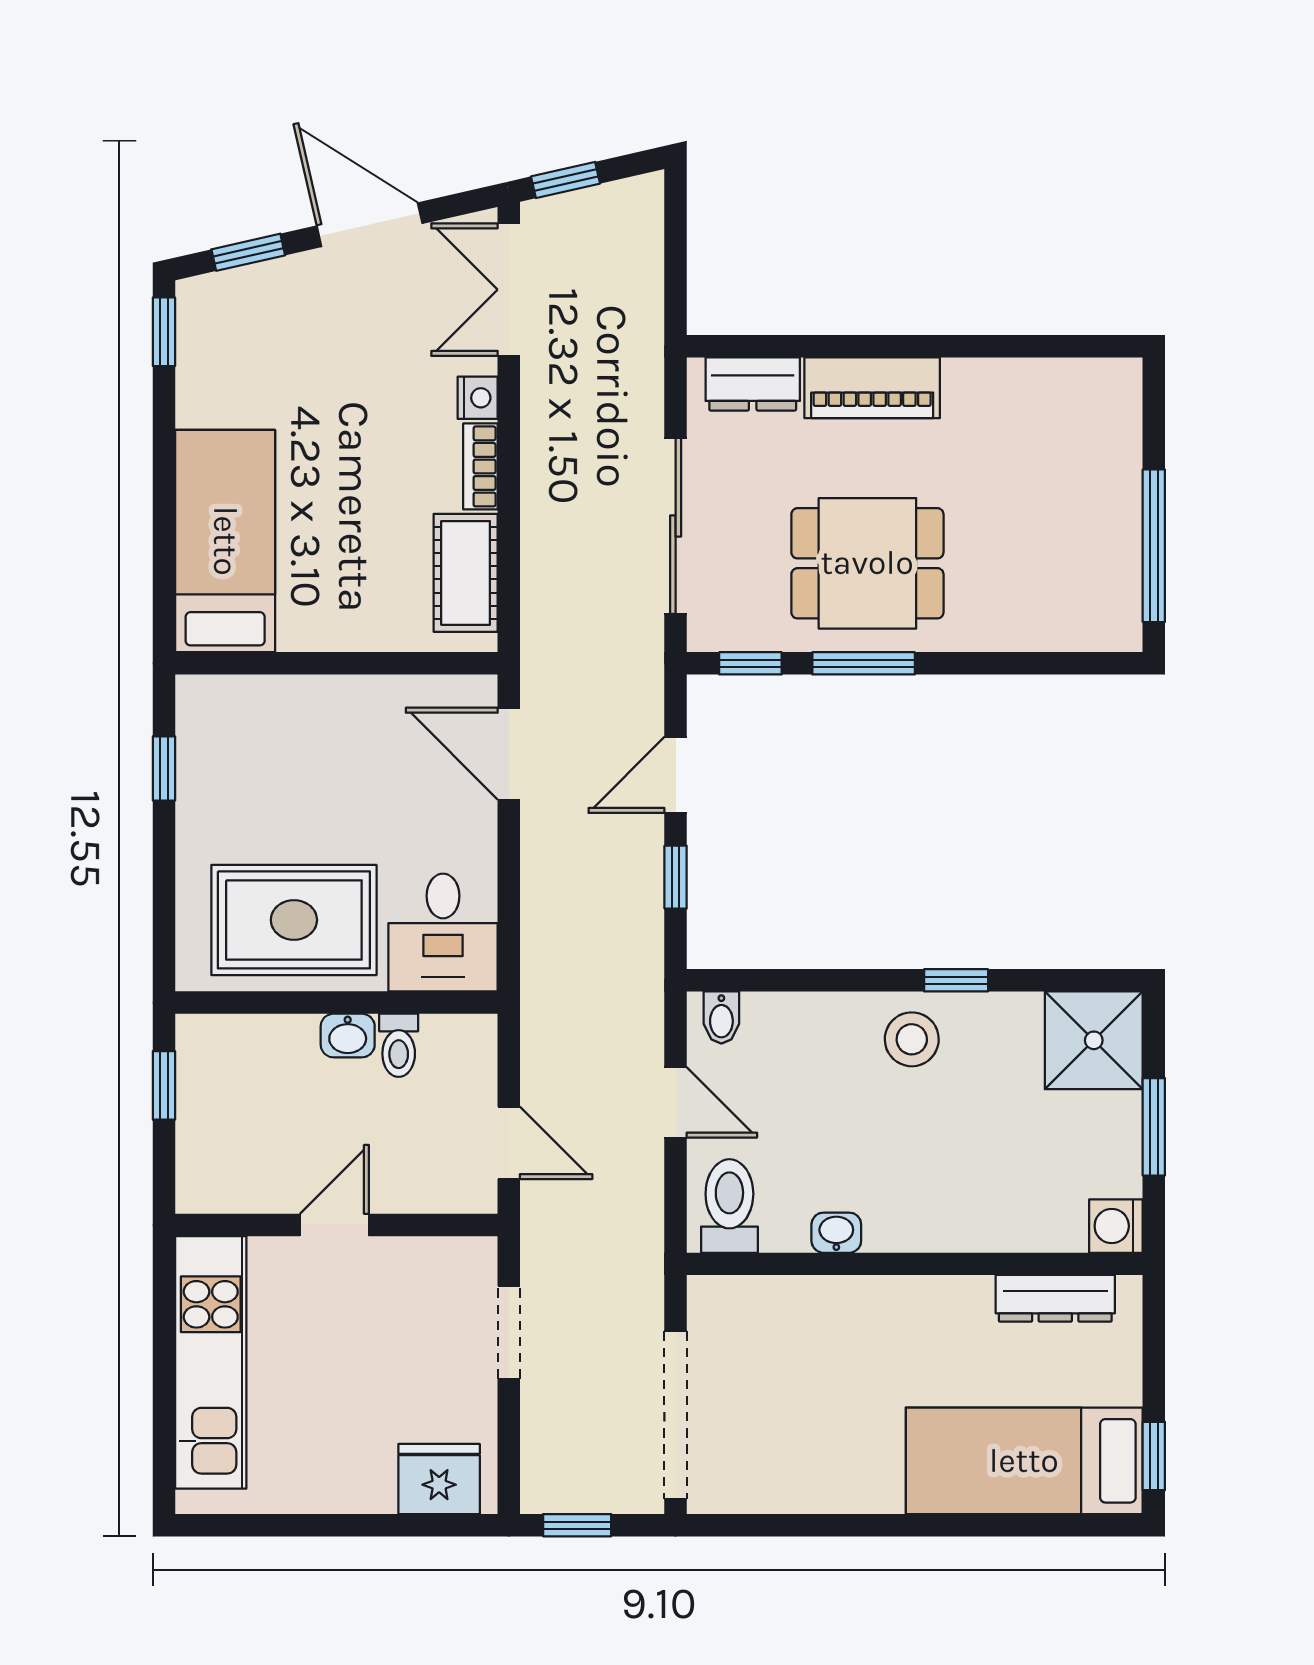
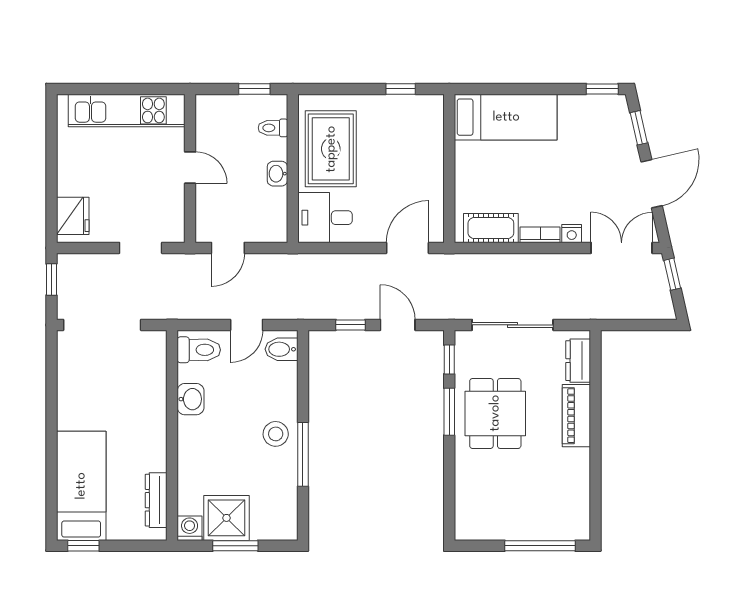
window: (1154, 546) -> (540, 546), moved
window: (956, 980) -> (303, 454), width x2.17
bidet: (721, 1017) -> (281, 349), width x1.38, depth x1.36
shower: (1094, 1040) -> (226, 518), moved
toilet: (399, 1045) -> (273, 128), moved
washbasin: (836, 1233) -> (191, 399), width x1.38, depth x1.45

